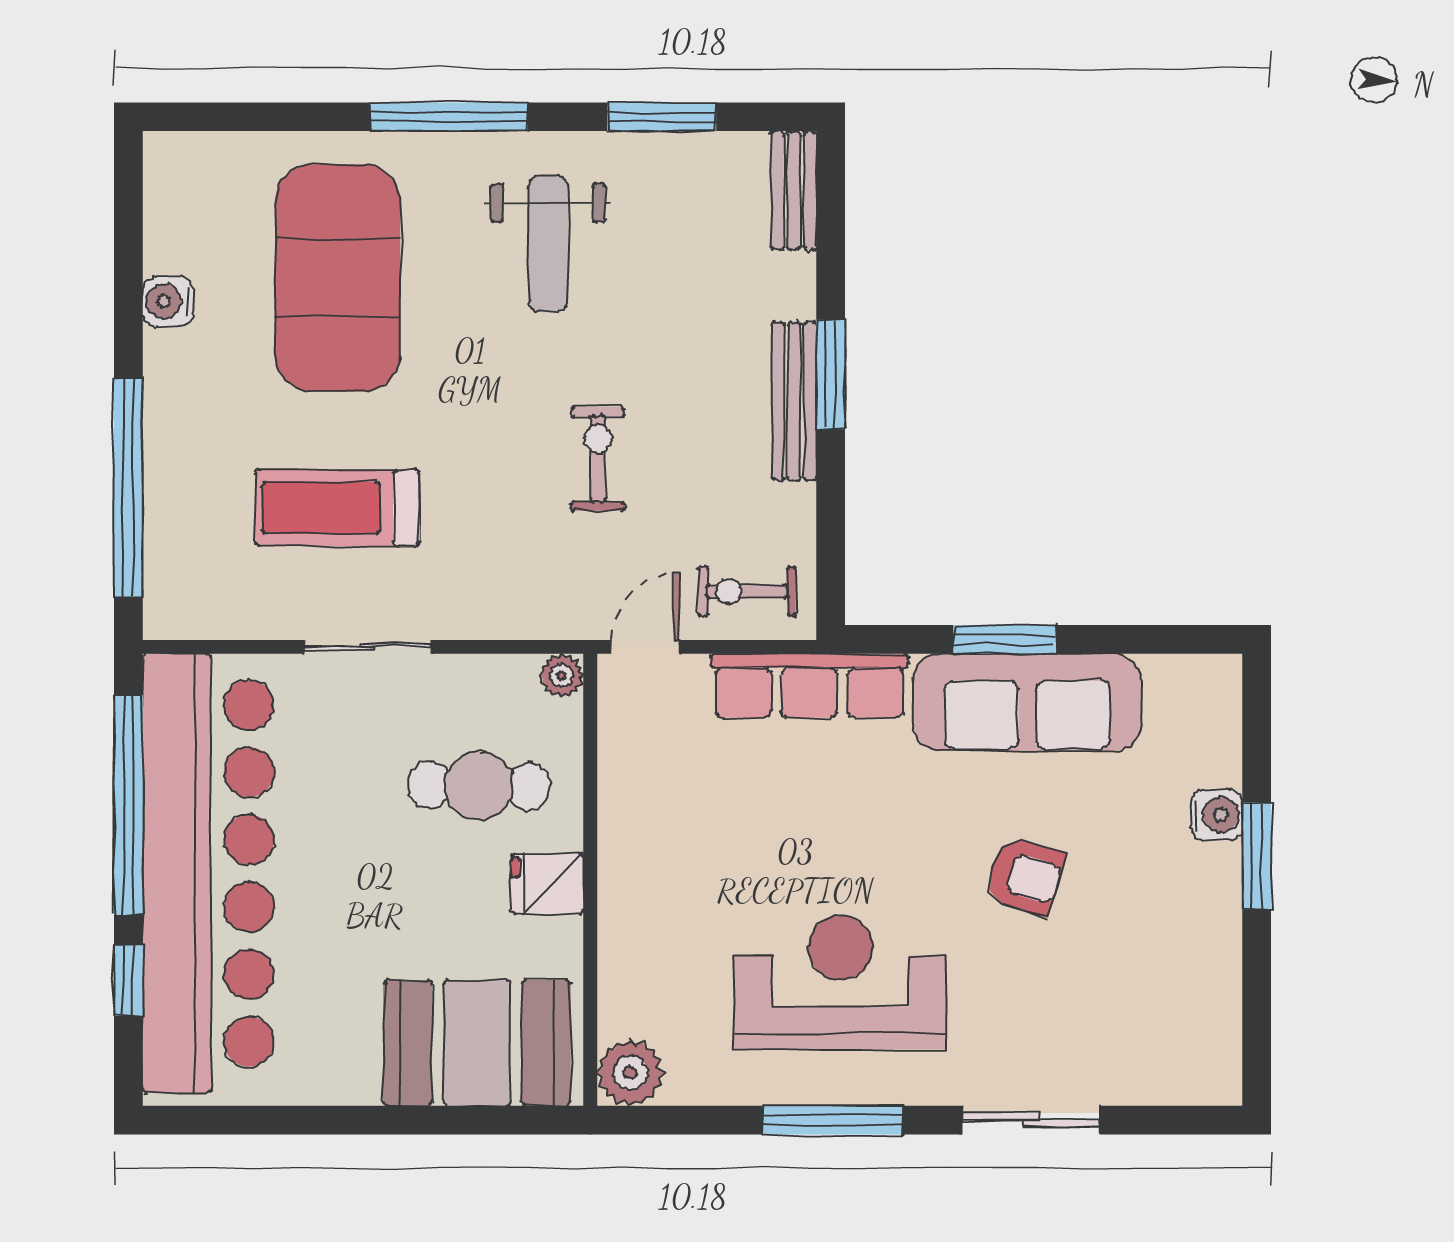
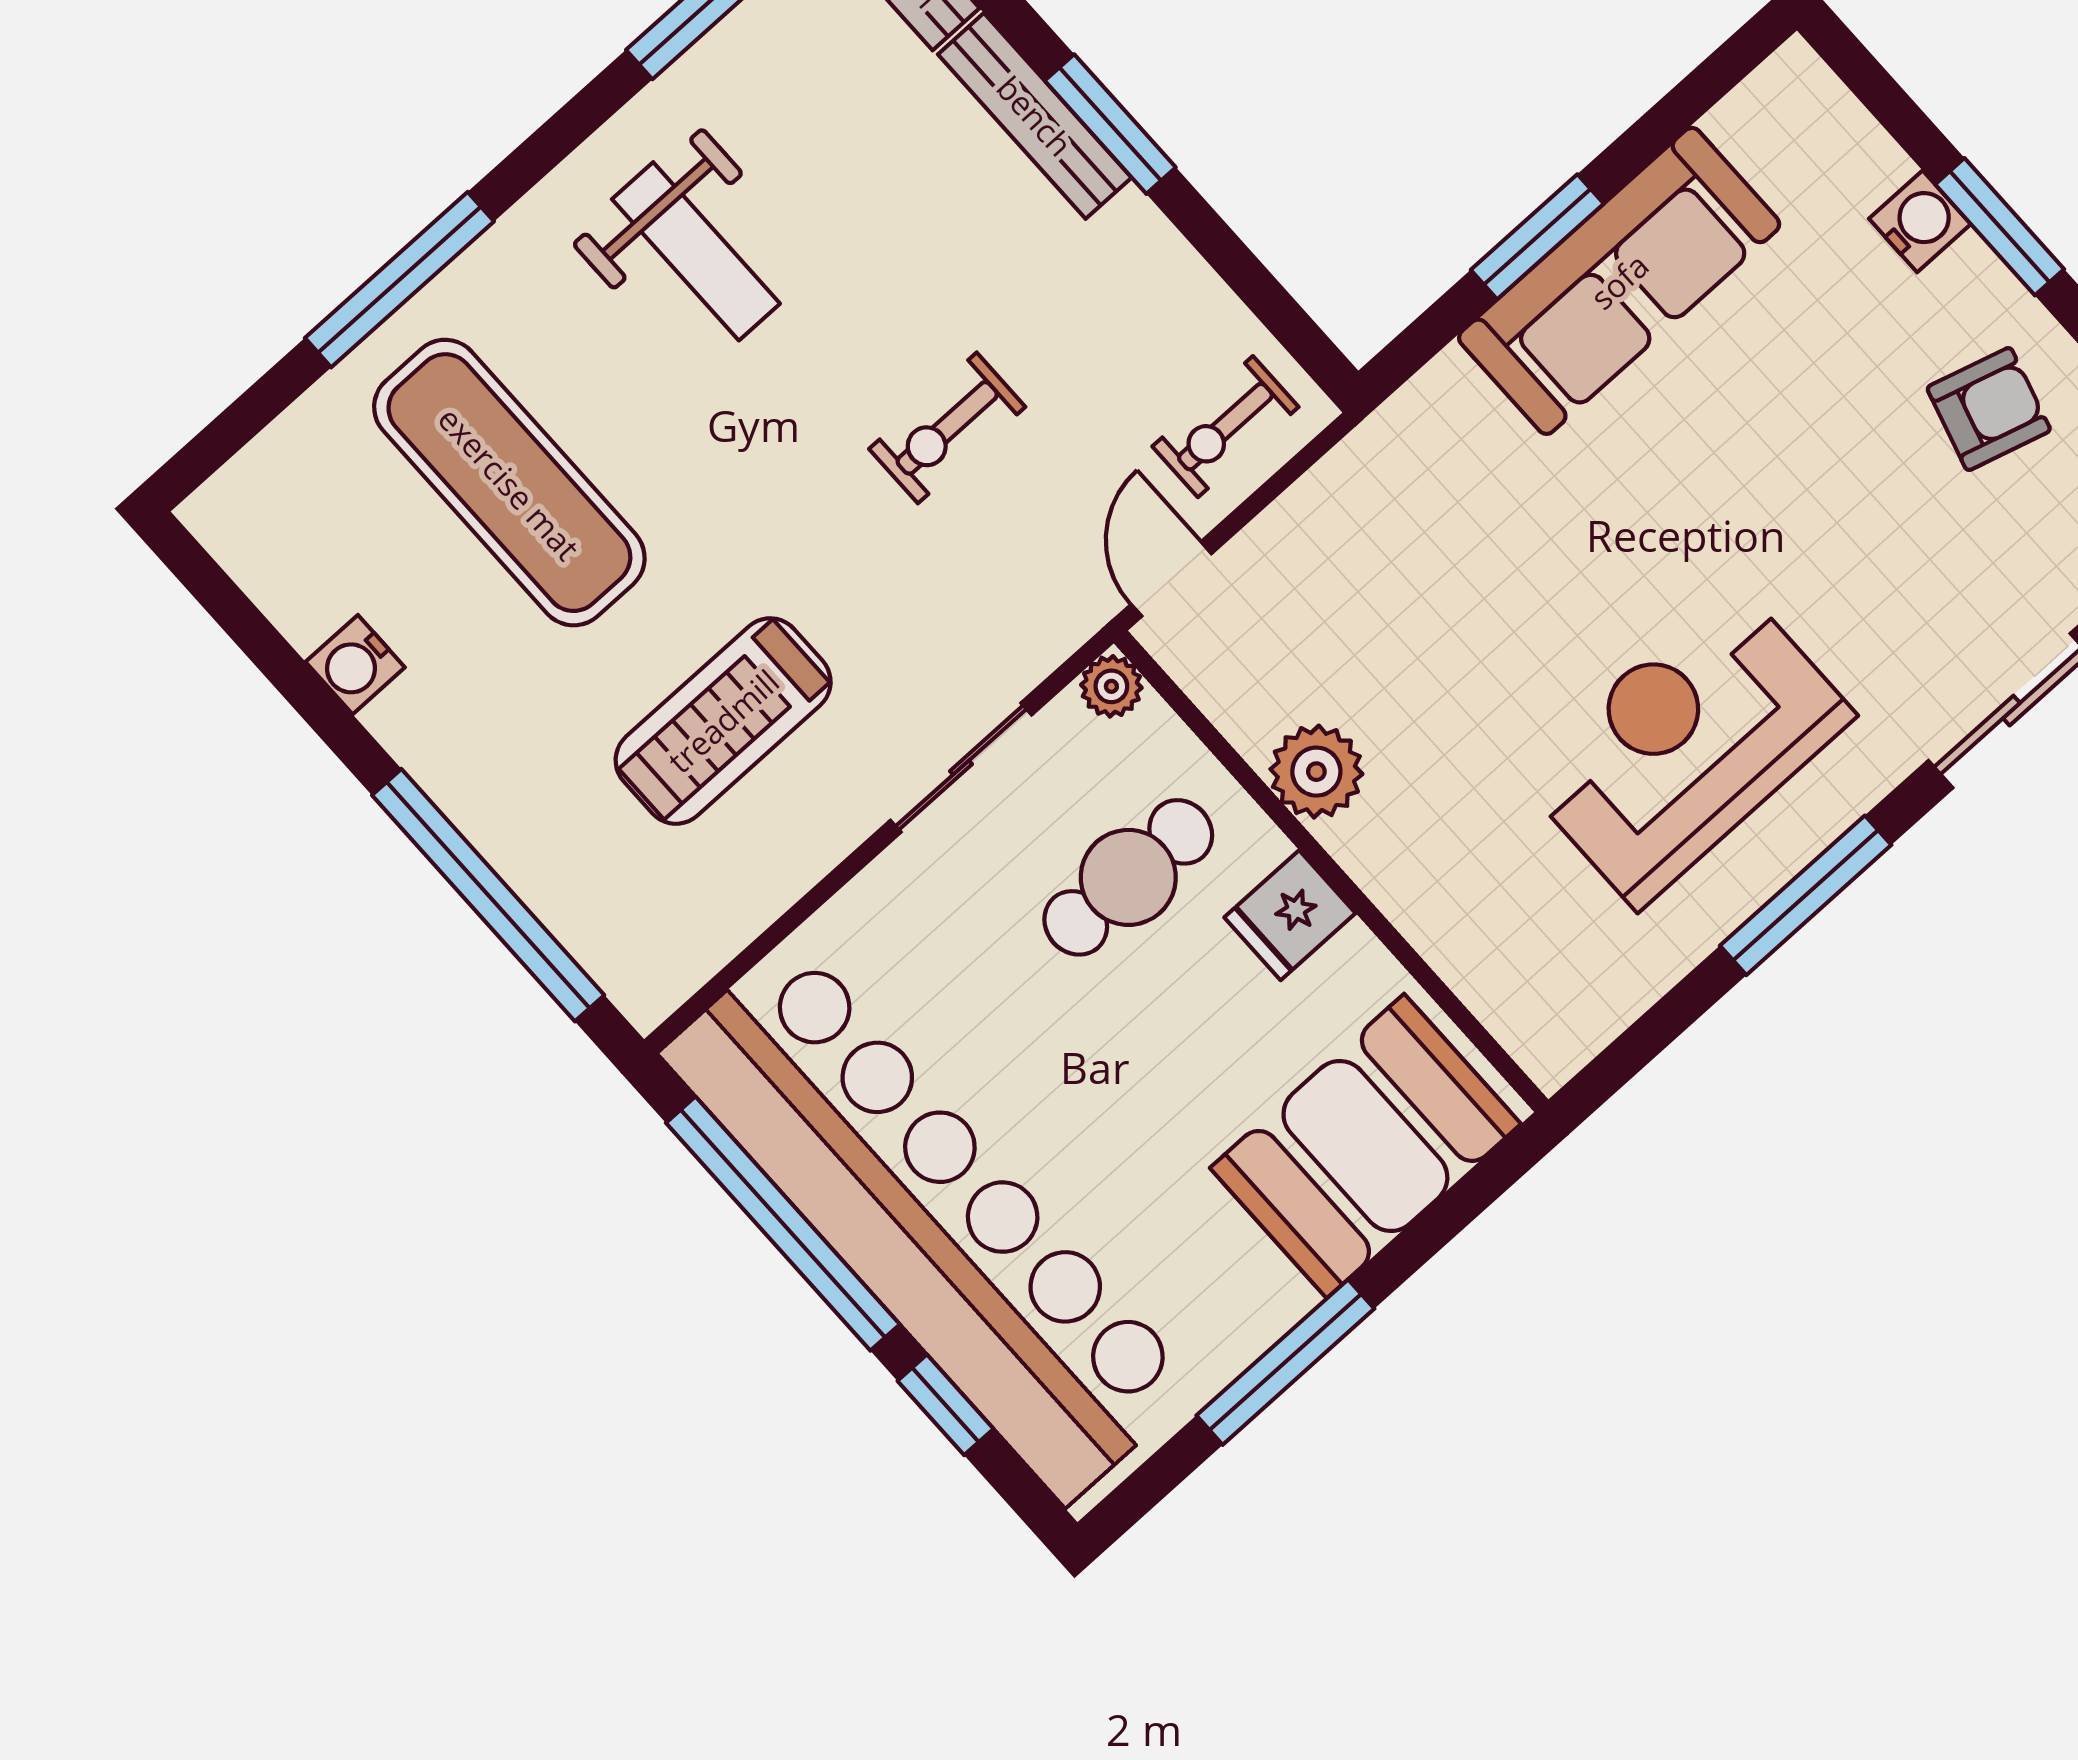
window: (449, 117) -> (399, 280), moved
exercise mat: (338, 278) -> (509, 483), width x0.68
bench: (794, 401) -> (1035, 116), moved
exercise bike: (598, 459) -> (947, 428), turned -90
sliding door: (367, 647) -> (961, 768), moved
row of seats: (809, 686) -> (1378, 466), removed
armchair: (1025, 876) -> (1989, 409), moved
plant: (630, 1073) -> (1316, 772), moved
window: (331, 1120) -> (1285, 1362), added

